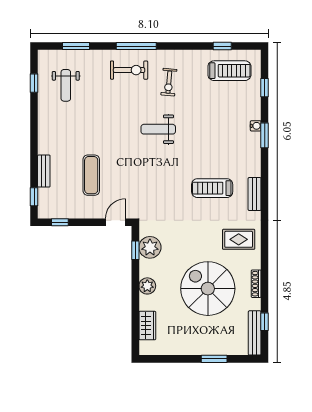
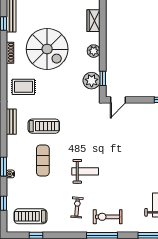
exercise mat: (91, 175) -> (43, 161), moved

